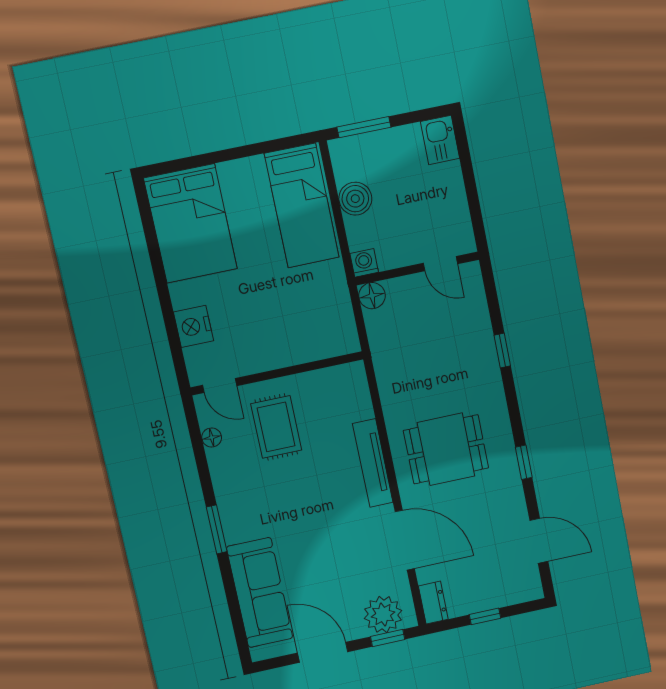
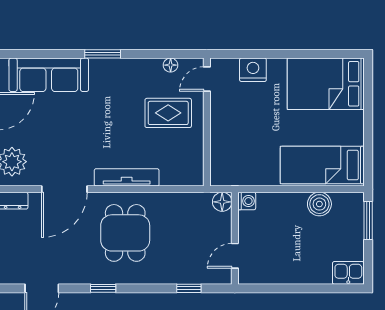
washing machine: (364, 263) -> (247, 201), moved
door: (440, 264) -> (235, 256), moved
wall: (417, 268) -> (235, 238), moved
floor lamp: (372, 296) -> (222, 202), moved

